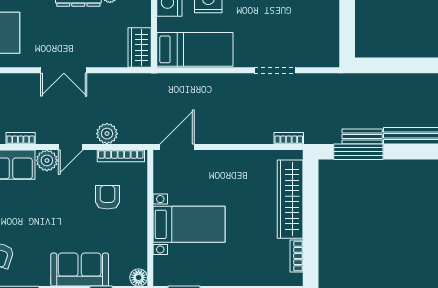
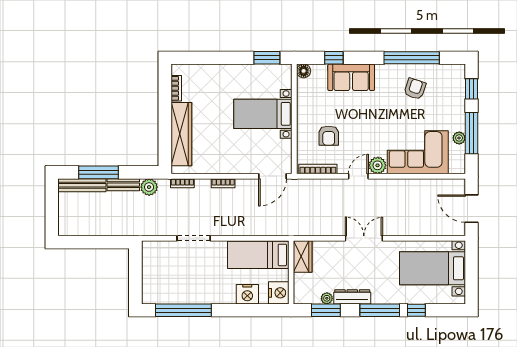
plant: (107, 134) -> (149, 187), moved
bookcase: (21, 138) -> (223, 183), moved
window: (358, 152) -> (98, 172), moved

